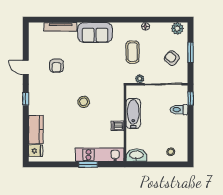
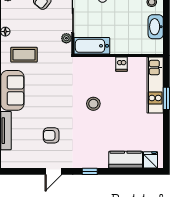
coffee table: (133, 52) -> (24, 55), moved
armchair: (56, 66) -> (51, 135), turned 180
bathtub: (133, 113) -> (92, 46), moved
washbasin: (136, 155) -> (156, 27), moved

